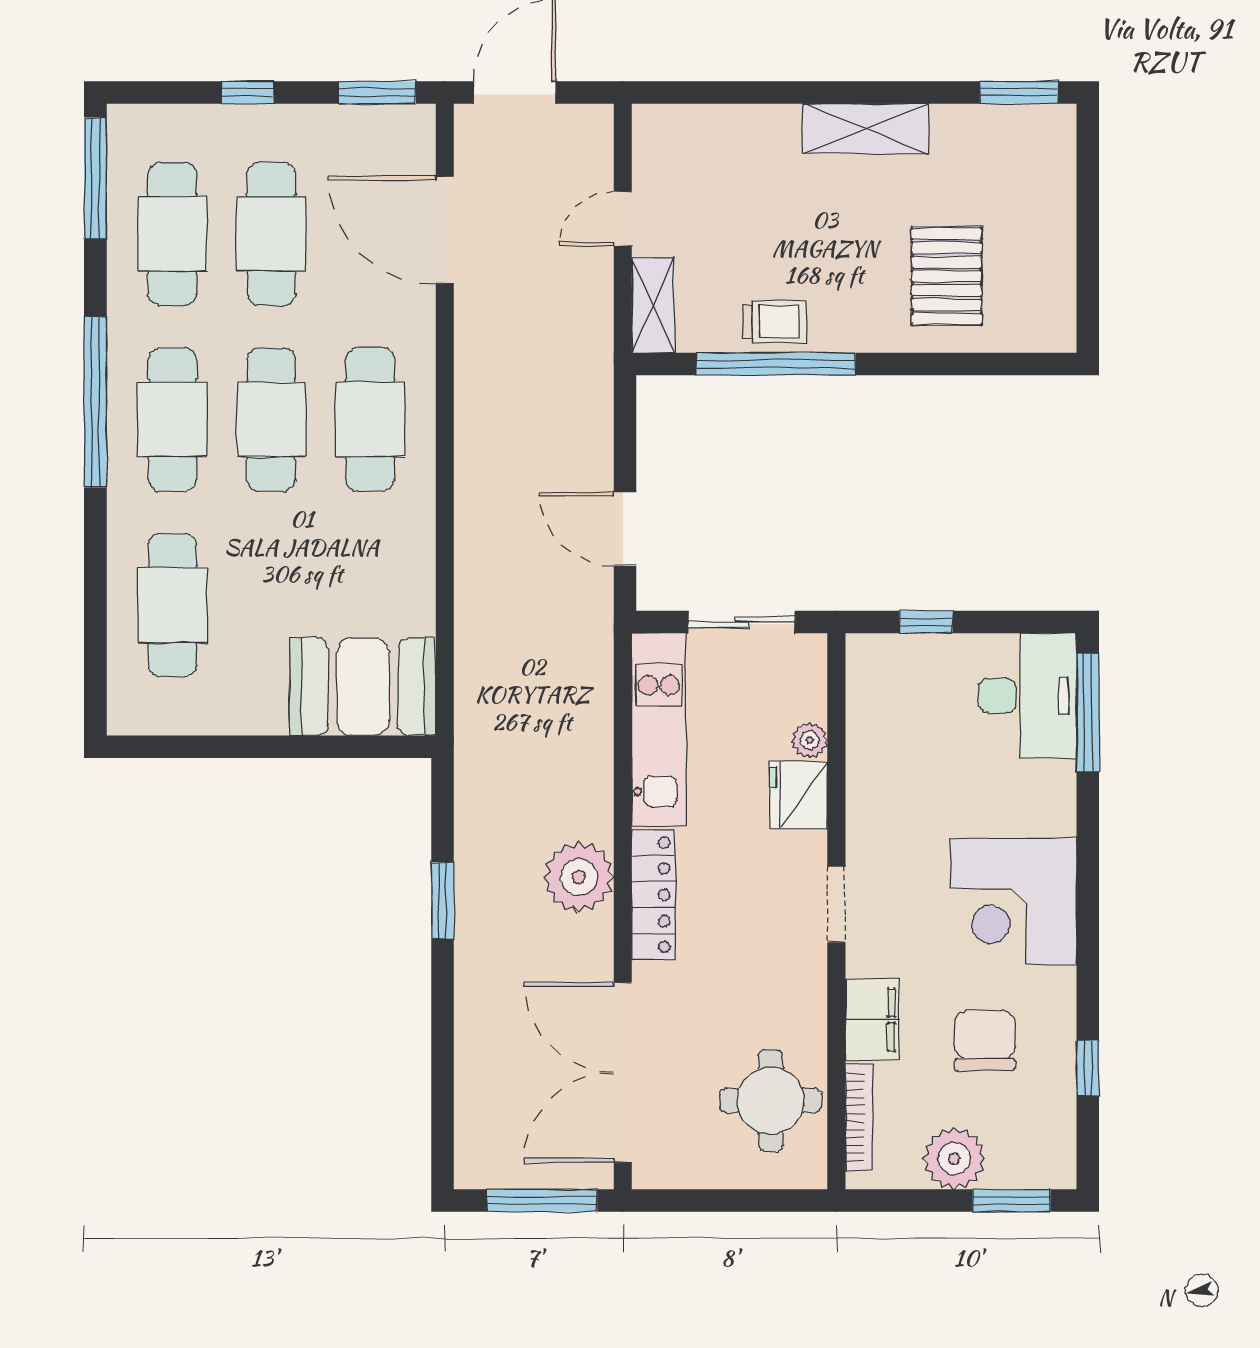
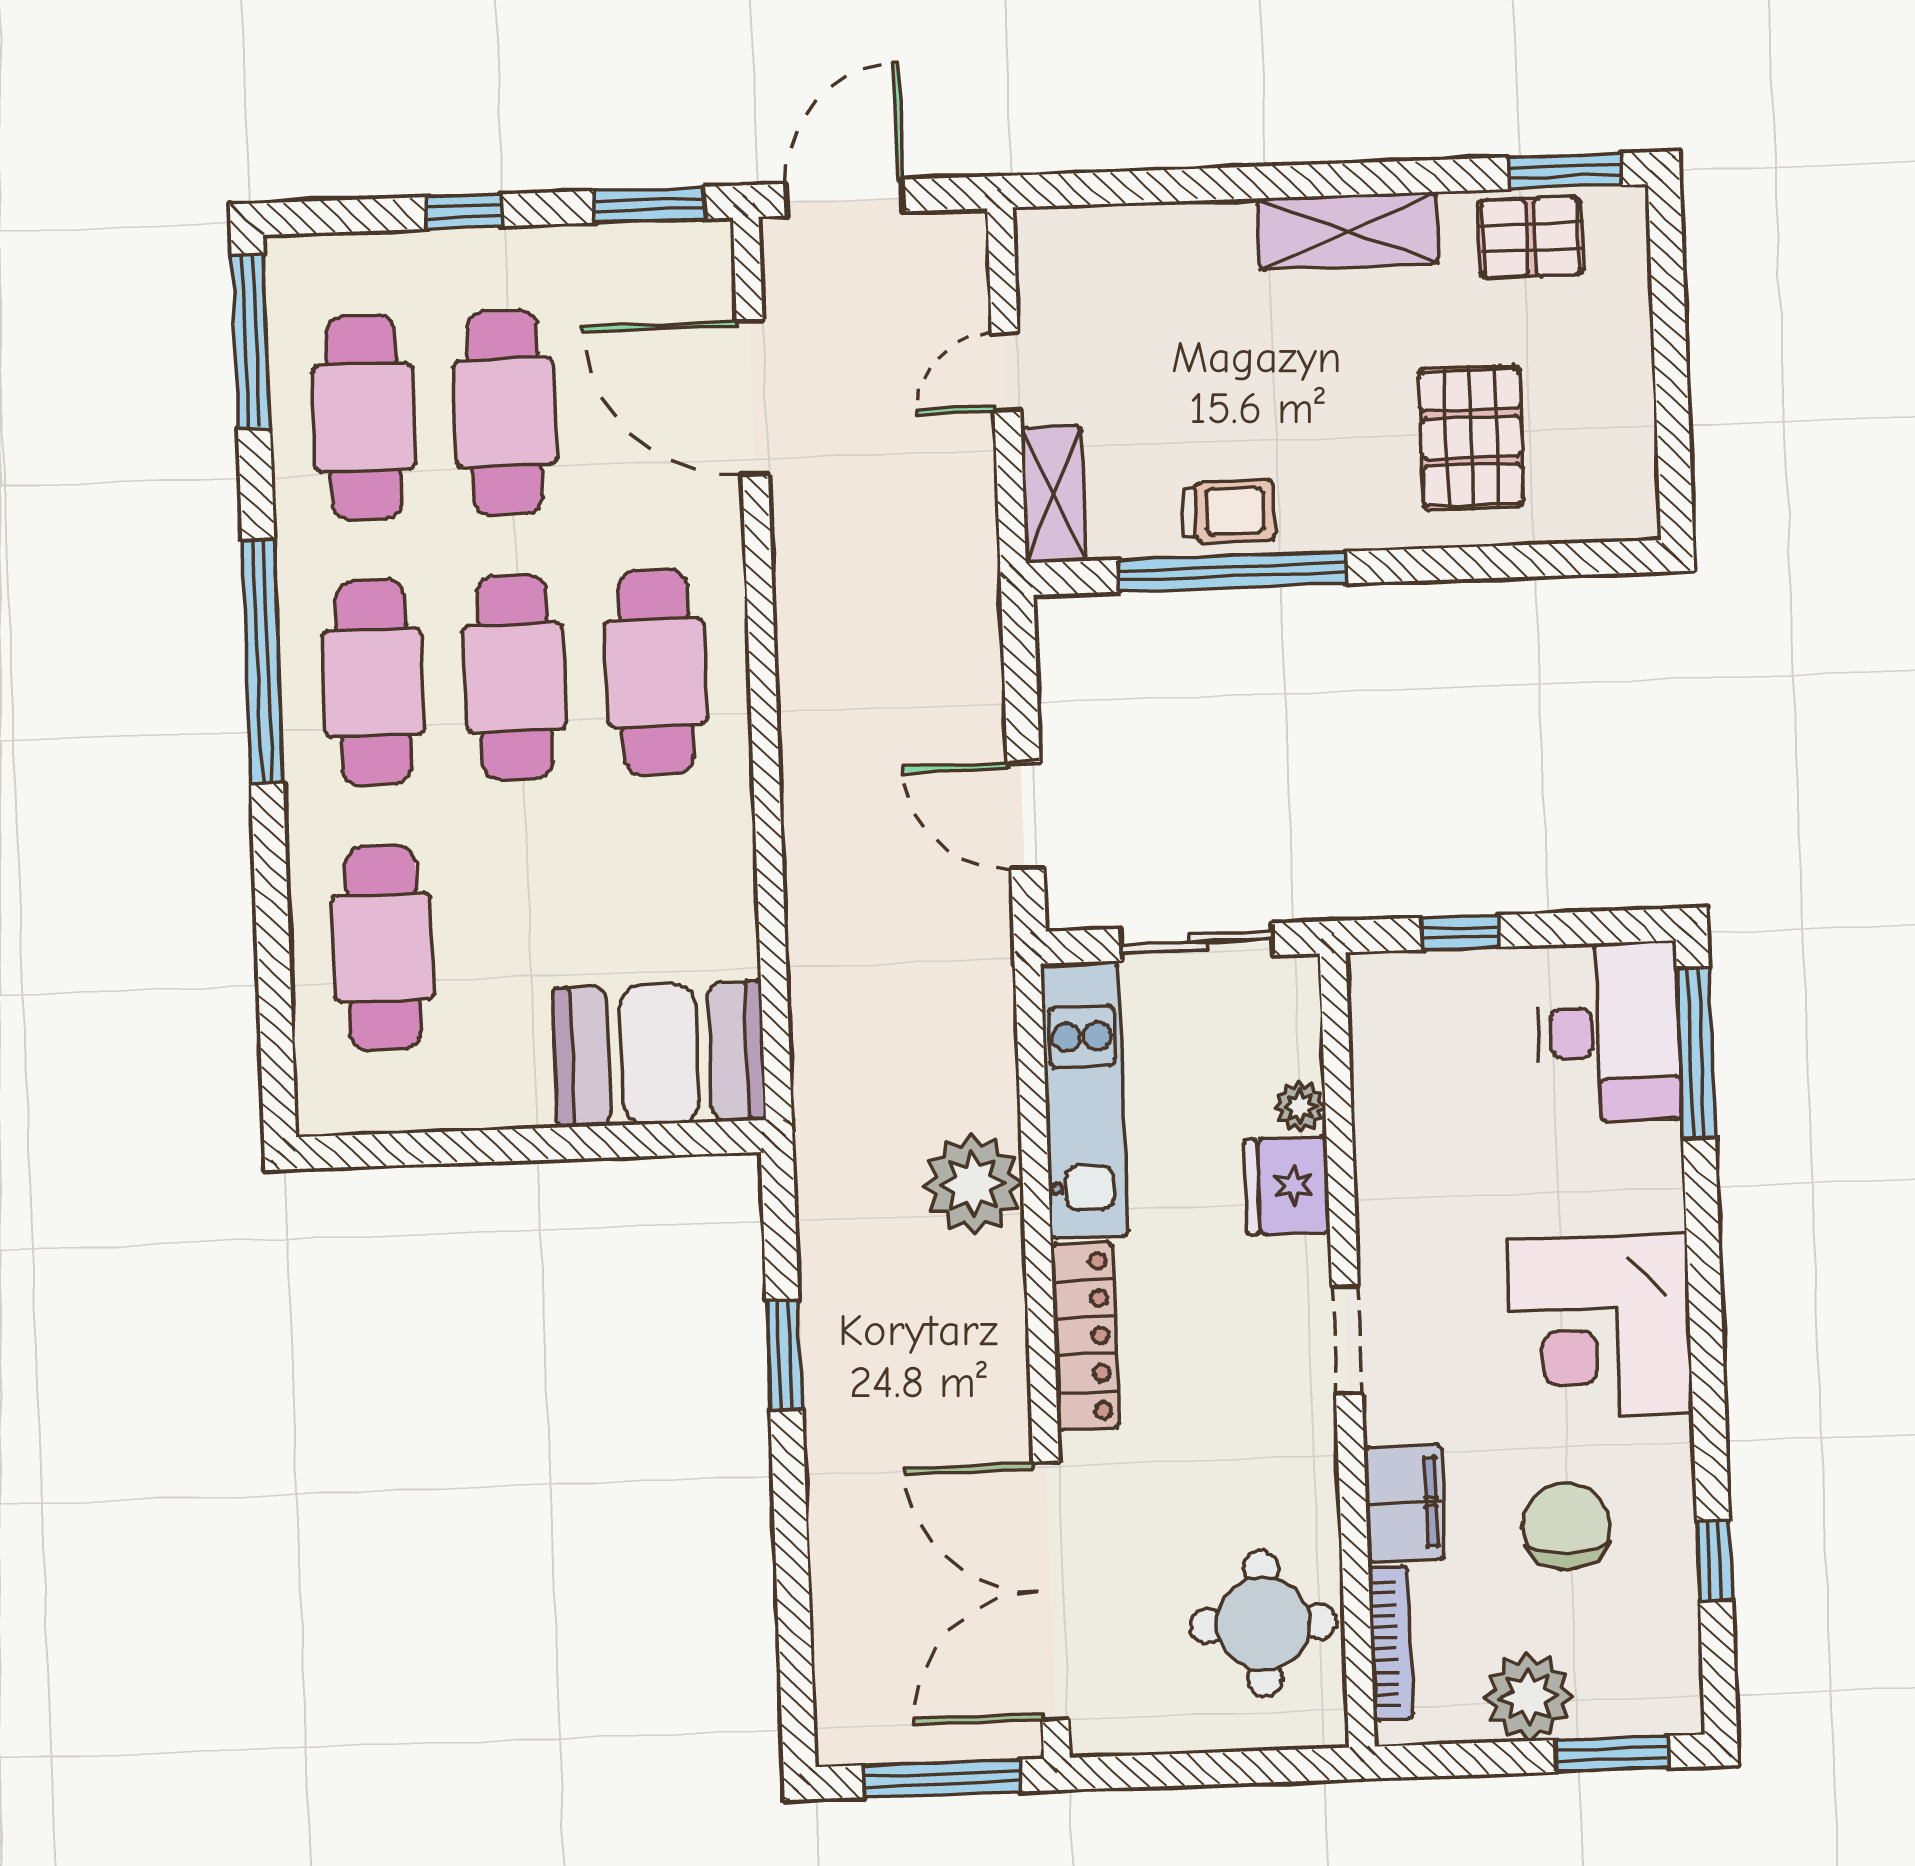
pallet: (993, 138) -> (1531, 237), added
plant: (579, 877) -> (973, 1184), moved

